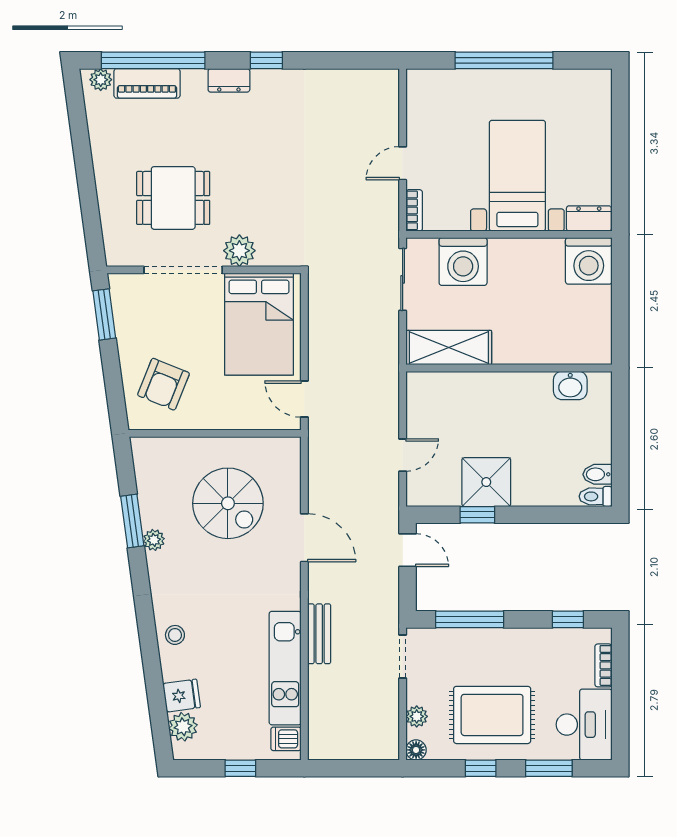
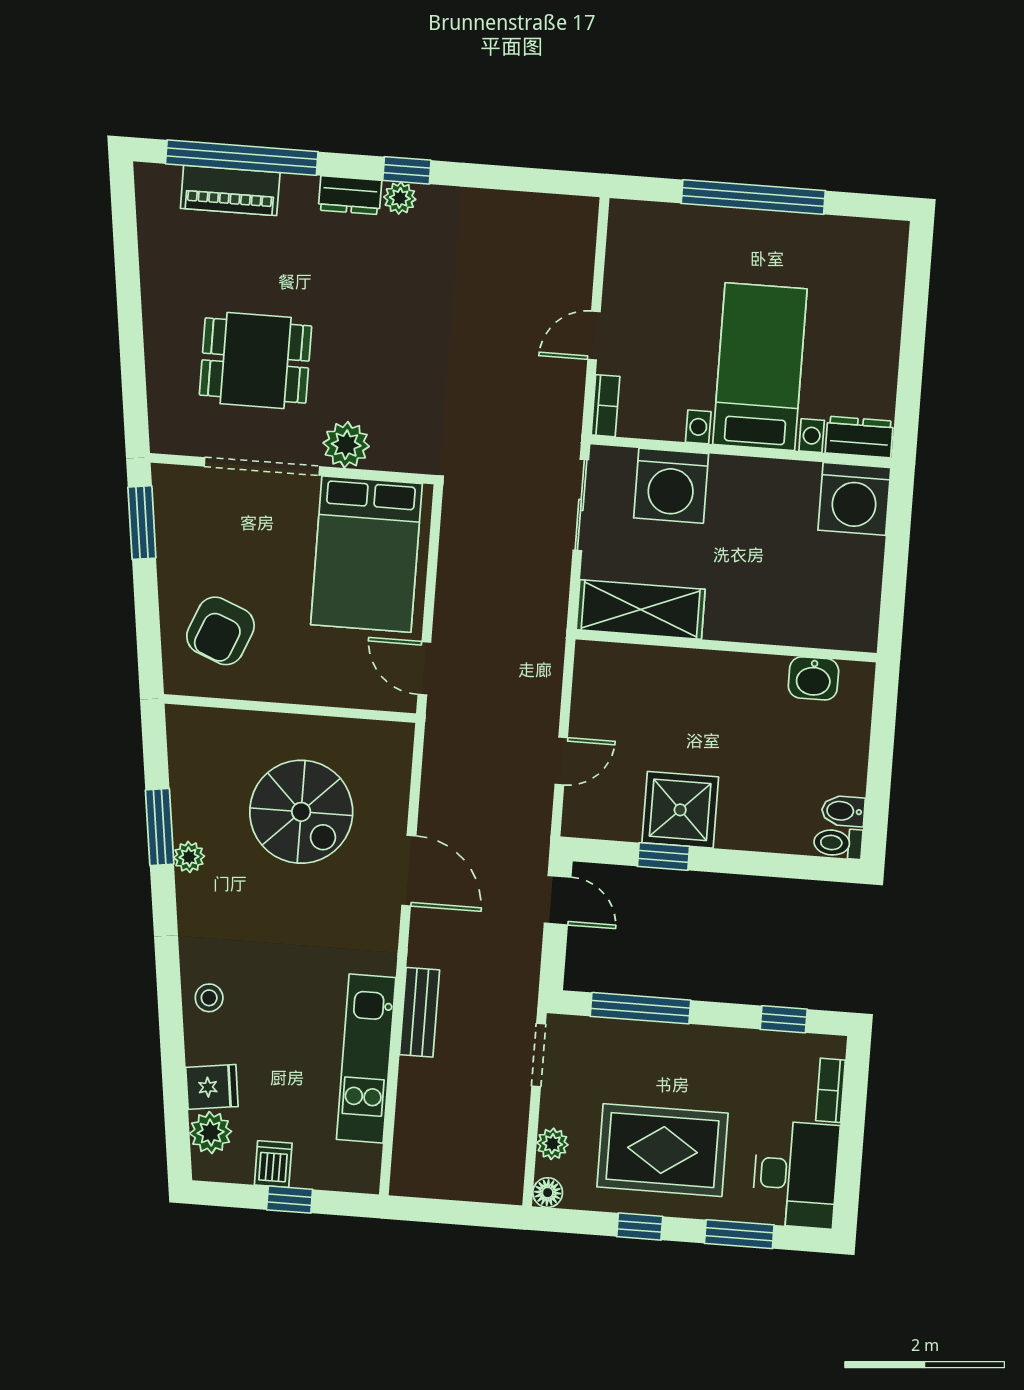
plant: (101, 80) -> (400, 198), moved
dishwasher: (286, 739) -> (273, 1164), moved, turned 90

